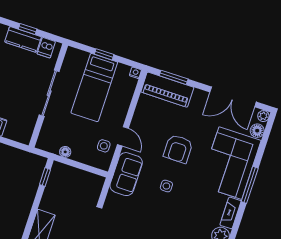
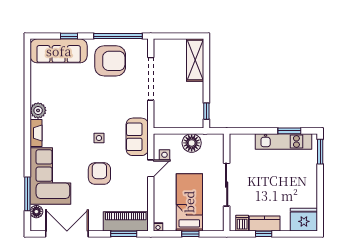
plant: (263, 116) -> (35, 226), removed
door: (123, 136) -> (151, 168), swing flipped
floor lamp: (65, 152) -> (192, 143), width x1.89, depth x1.89
window: (250, 185) -> (27, 194), moved

